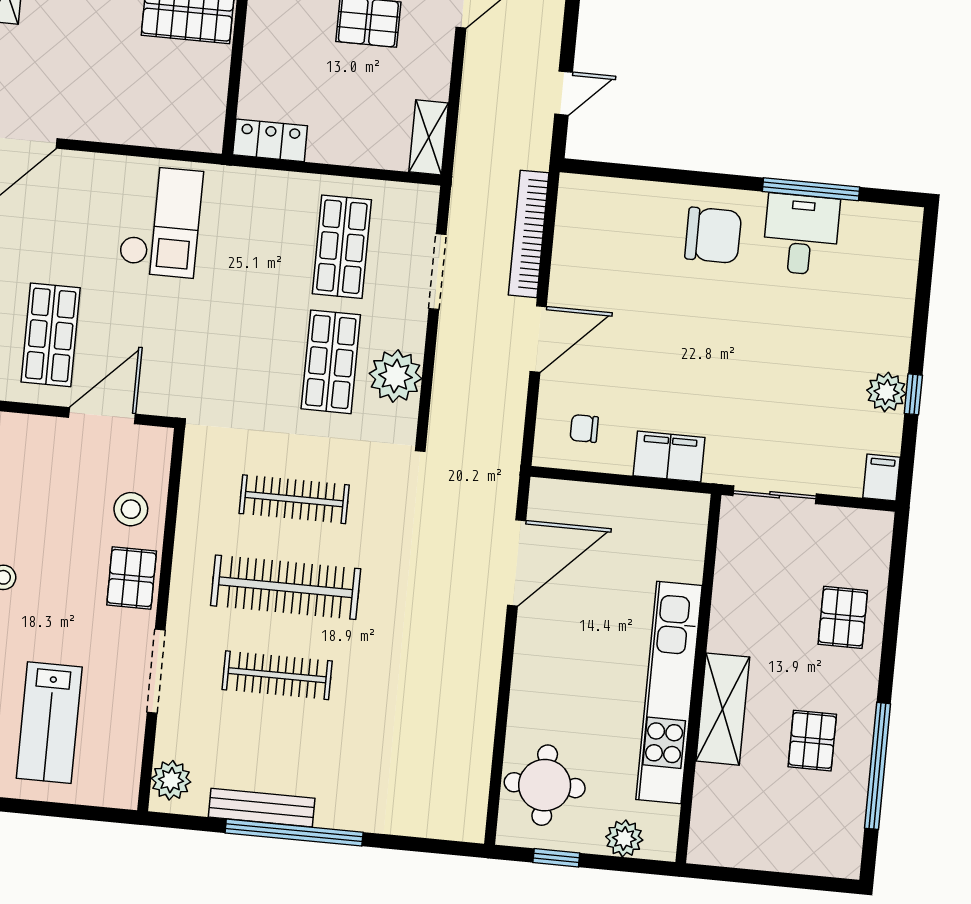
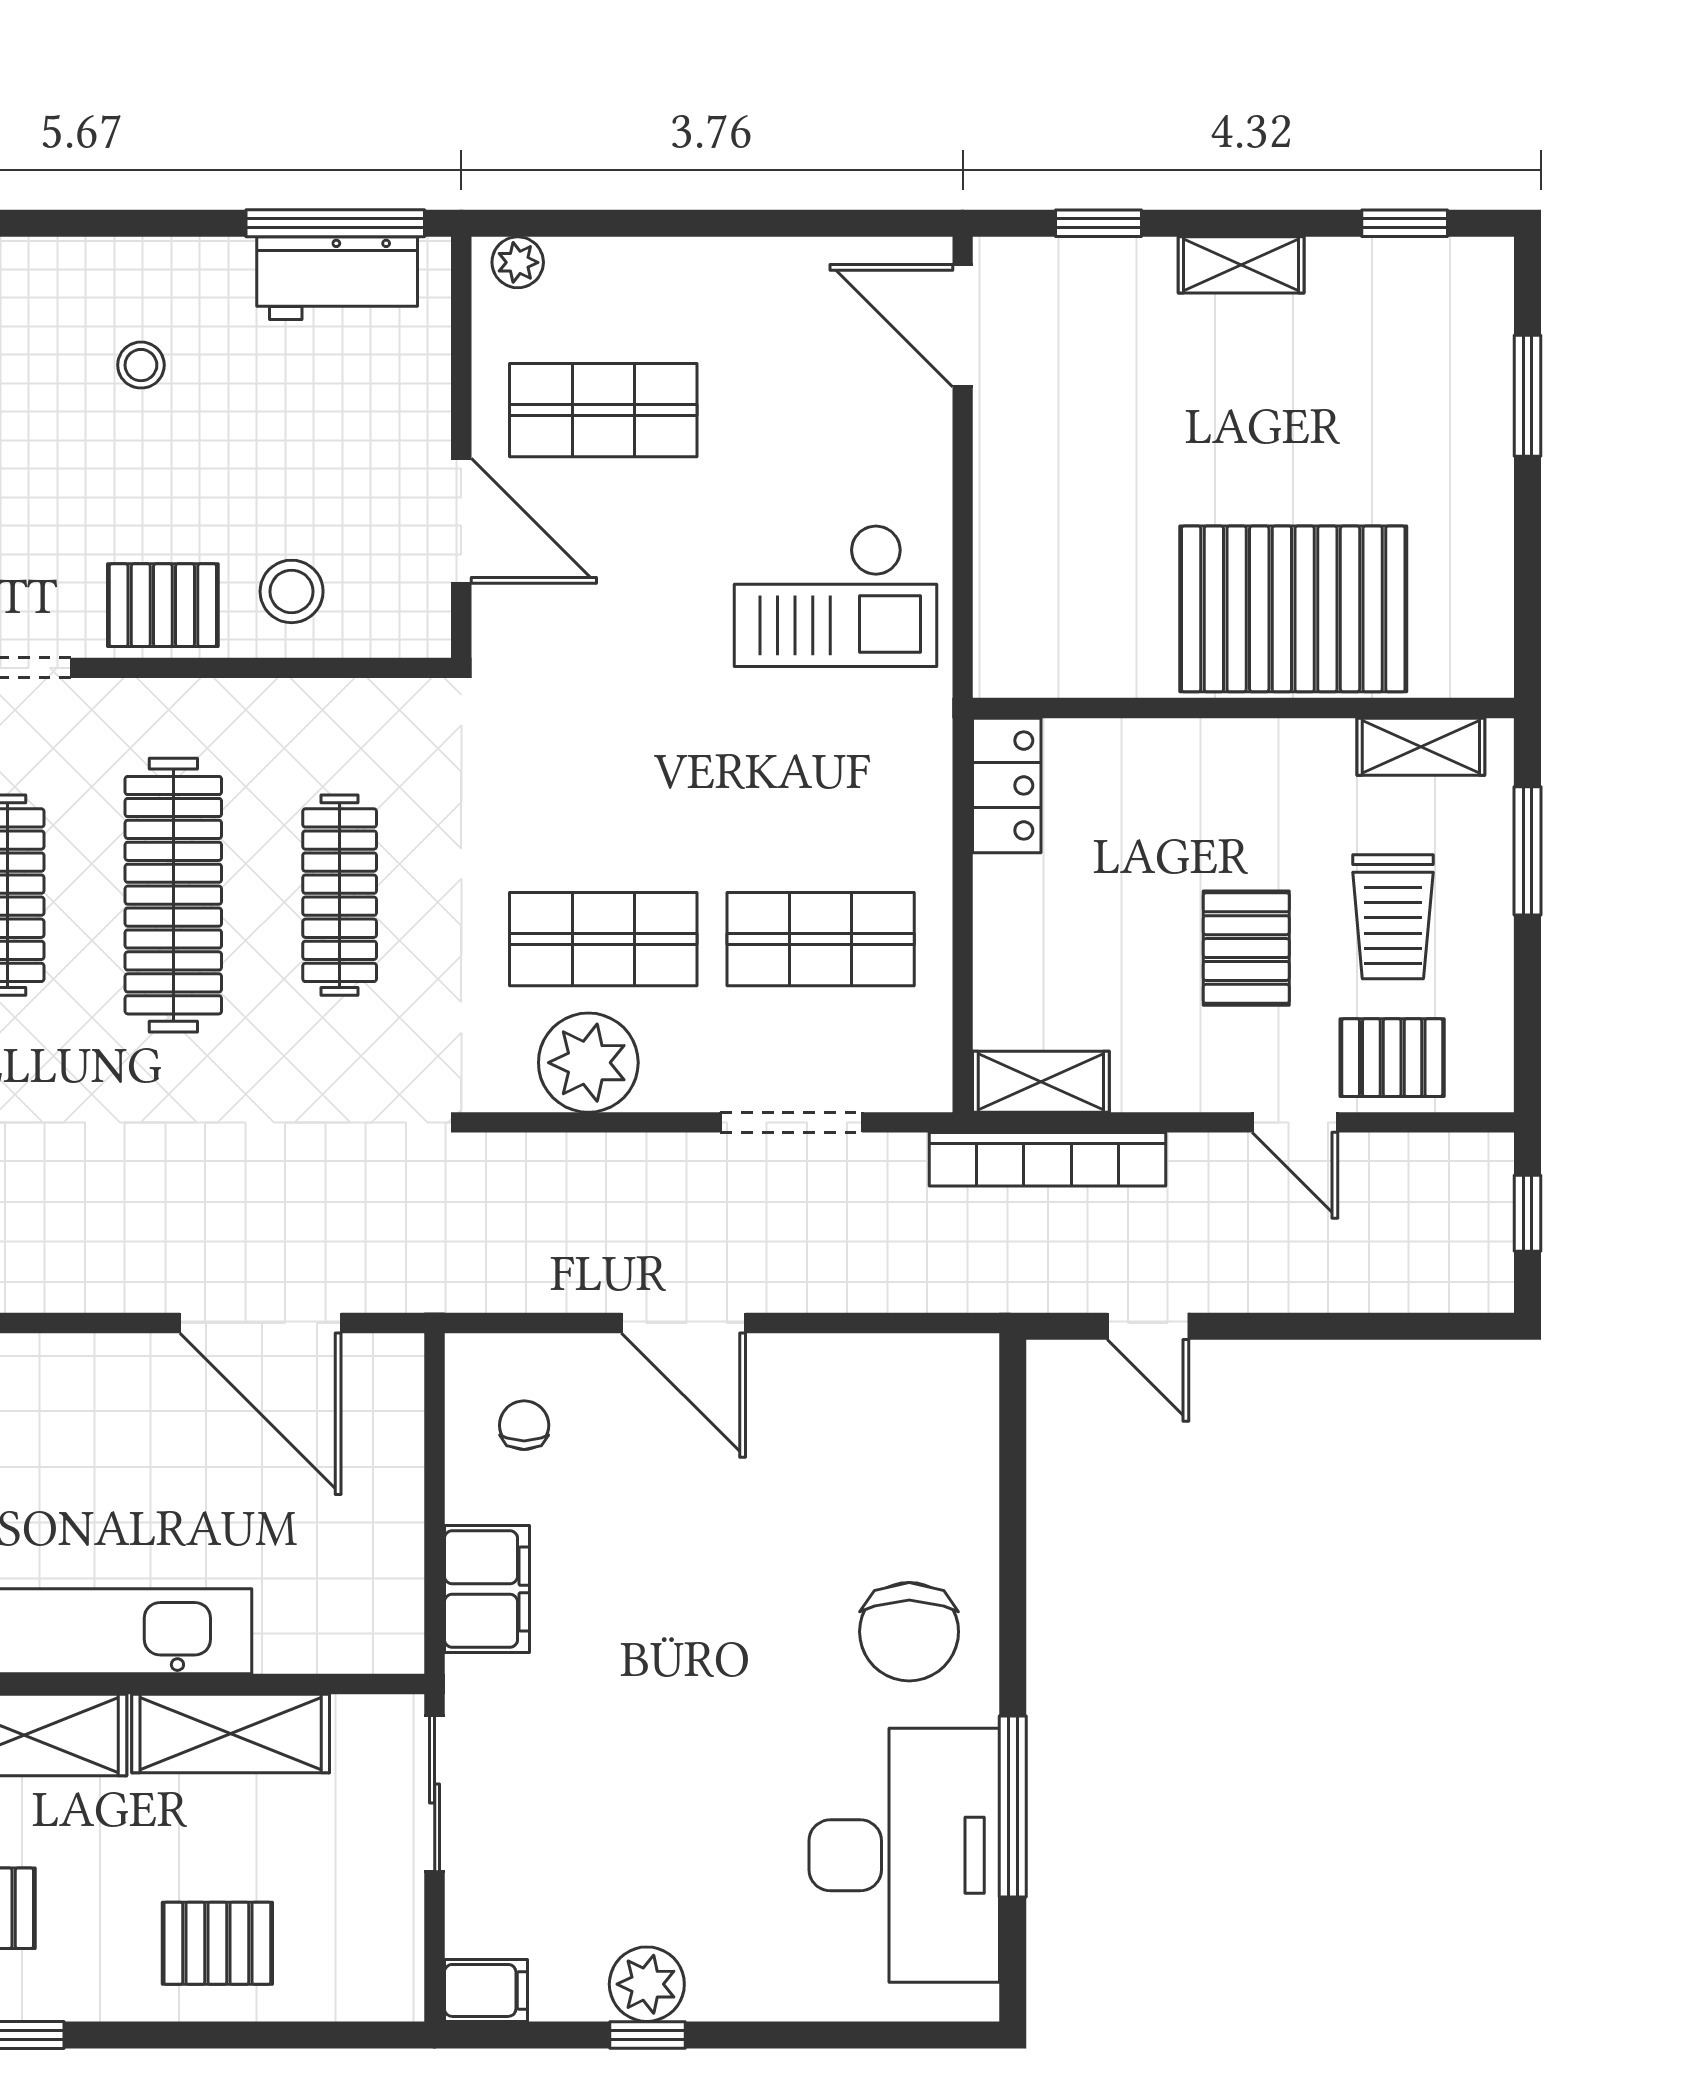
bookcase: (529, 234) -> (1048, 1159), moved, turned 180
desk: (801, 234) -> (904, 1855), width x1.87, depth x1.30
shelving: (732, 600) -> (231, 1733), added

